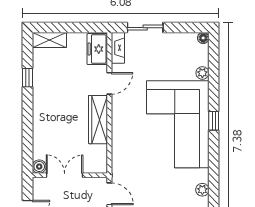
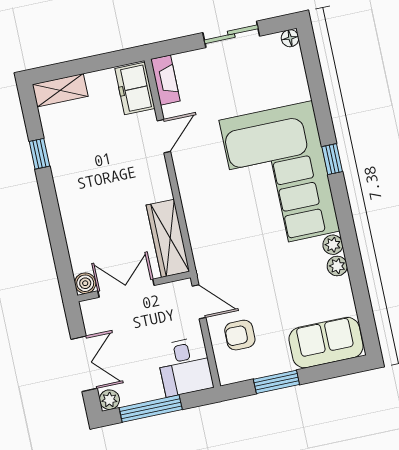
sliding door: (145, 28) -> (231, 34), moved
plant: (202, 73) -> (333, 245), moved
wardrobe: (98, 120) -> (168, 238), moved

